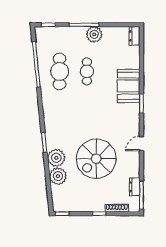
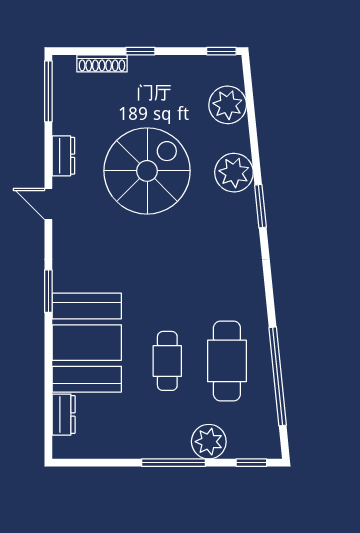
plant: (94, 34) -> (209, 442), moved
dresser: (134, 36) -> (64, 415), moved
booth: (129, 86) -> (87, 343), width x1.36, depth x1.42
door: (142, 143) -> (48, 204), swing flipped
plant: (58, 176) -> (228, 105), moved
dresser: (135, 187) -> (63, 156), moved

